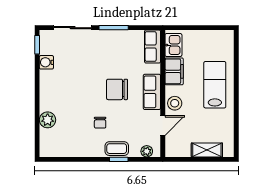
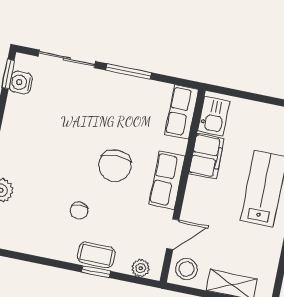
water cooler: (46, 62) -> (21, 83), moved
chair: (117, 89) -> (115, 166), turned -90
stool: (175, 103) -> (187, 269), moved

